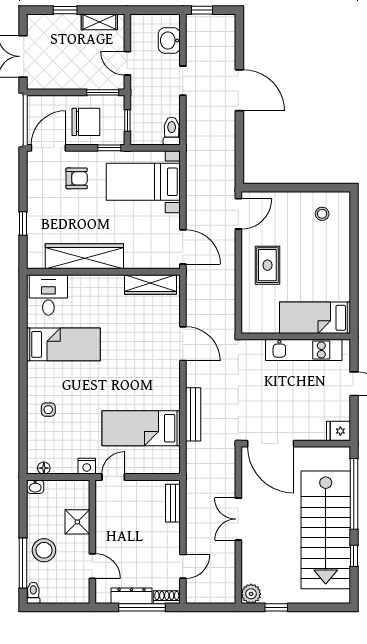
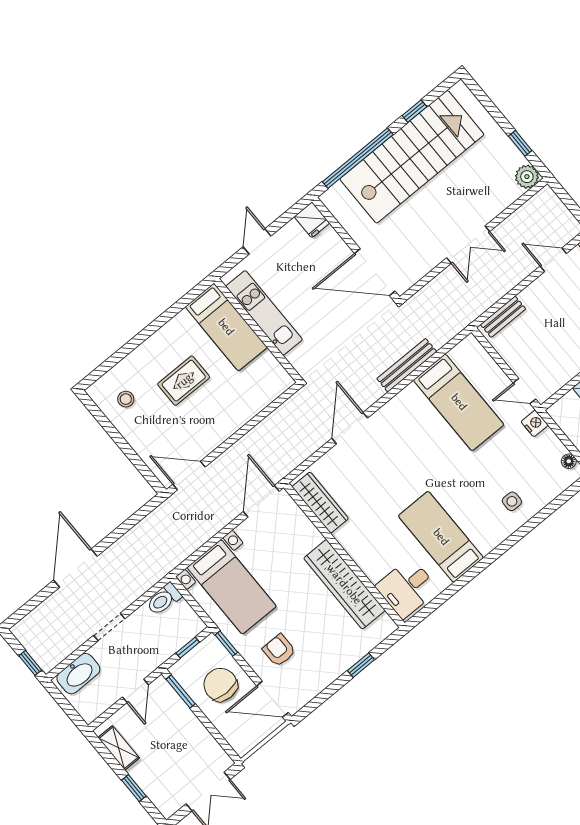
washbasin: (169, 41) -> (78, 674), width x1.38
rug: (267, 265) -> (184, 381), moved
door: (271, 444) -> (375, 272), swing flipped

